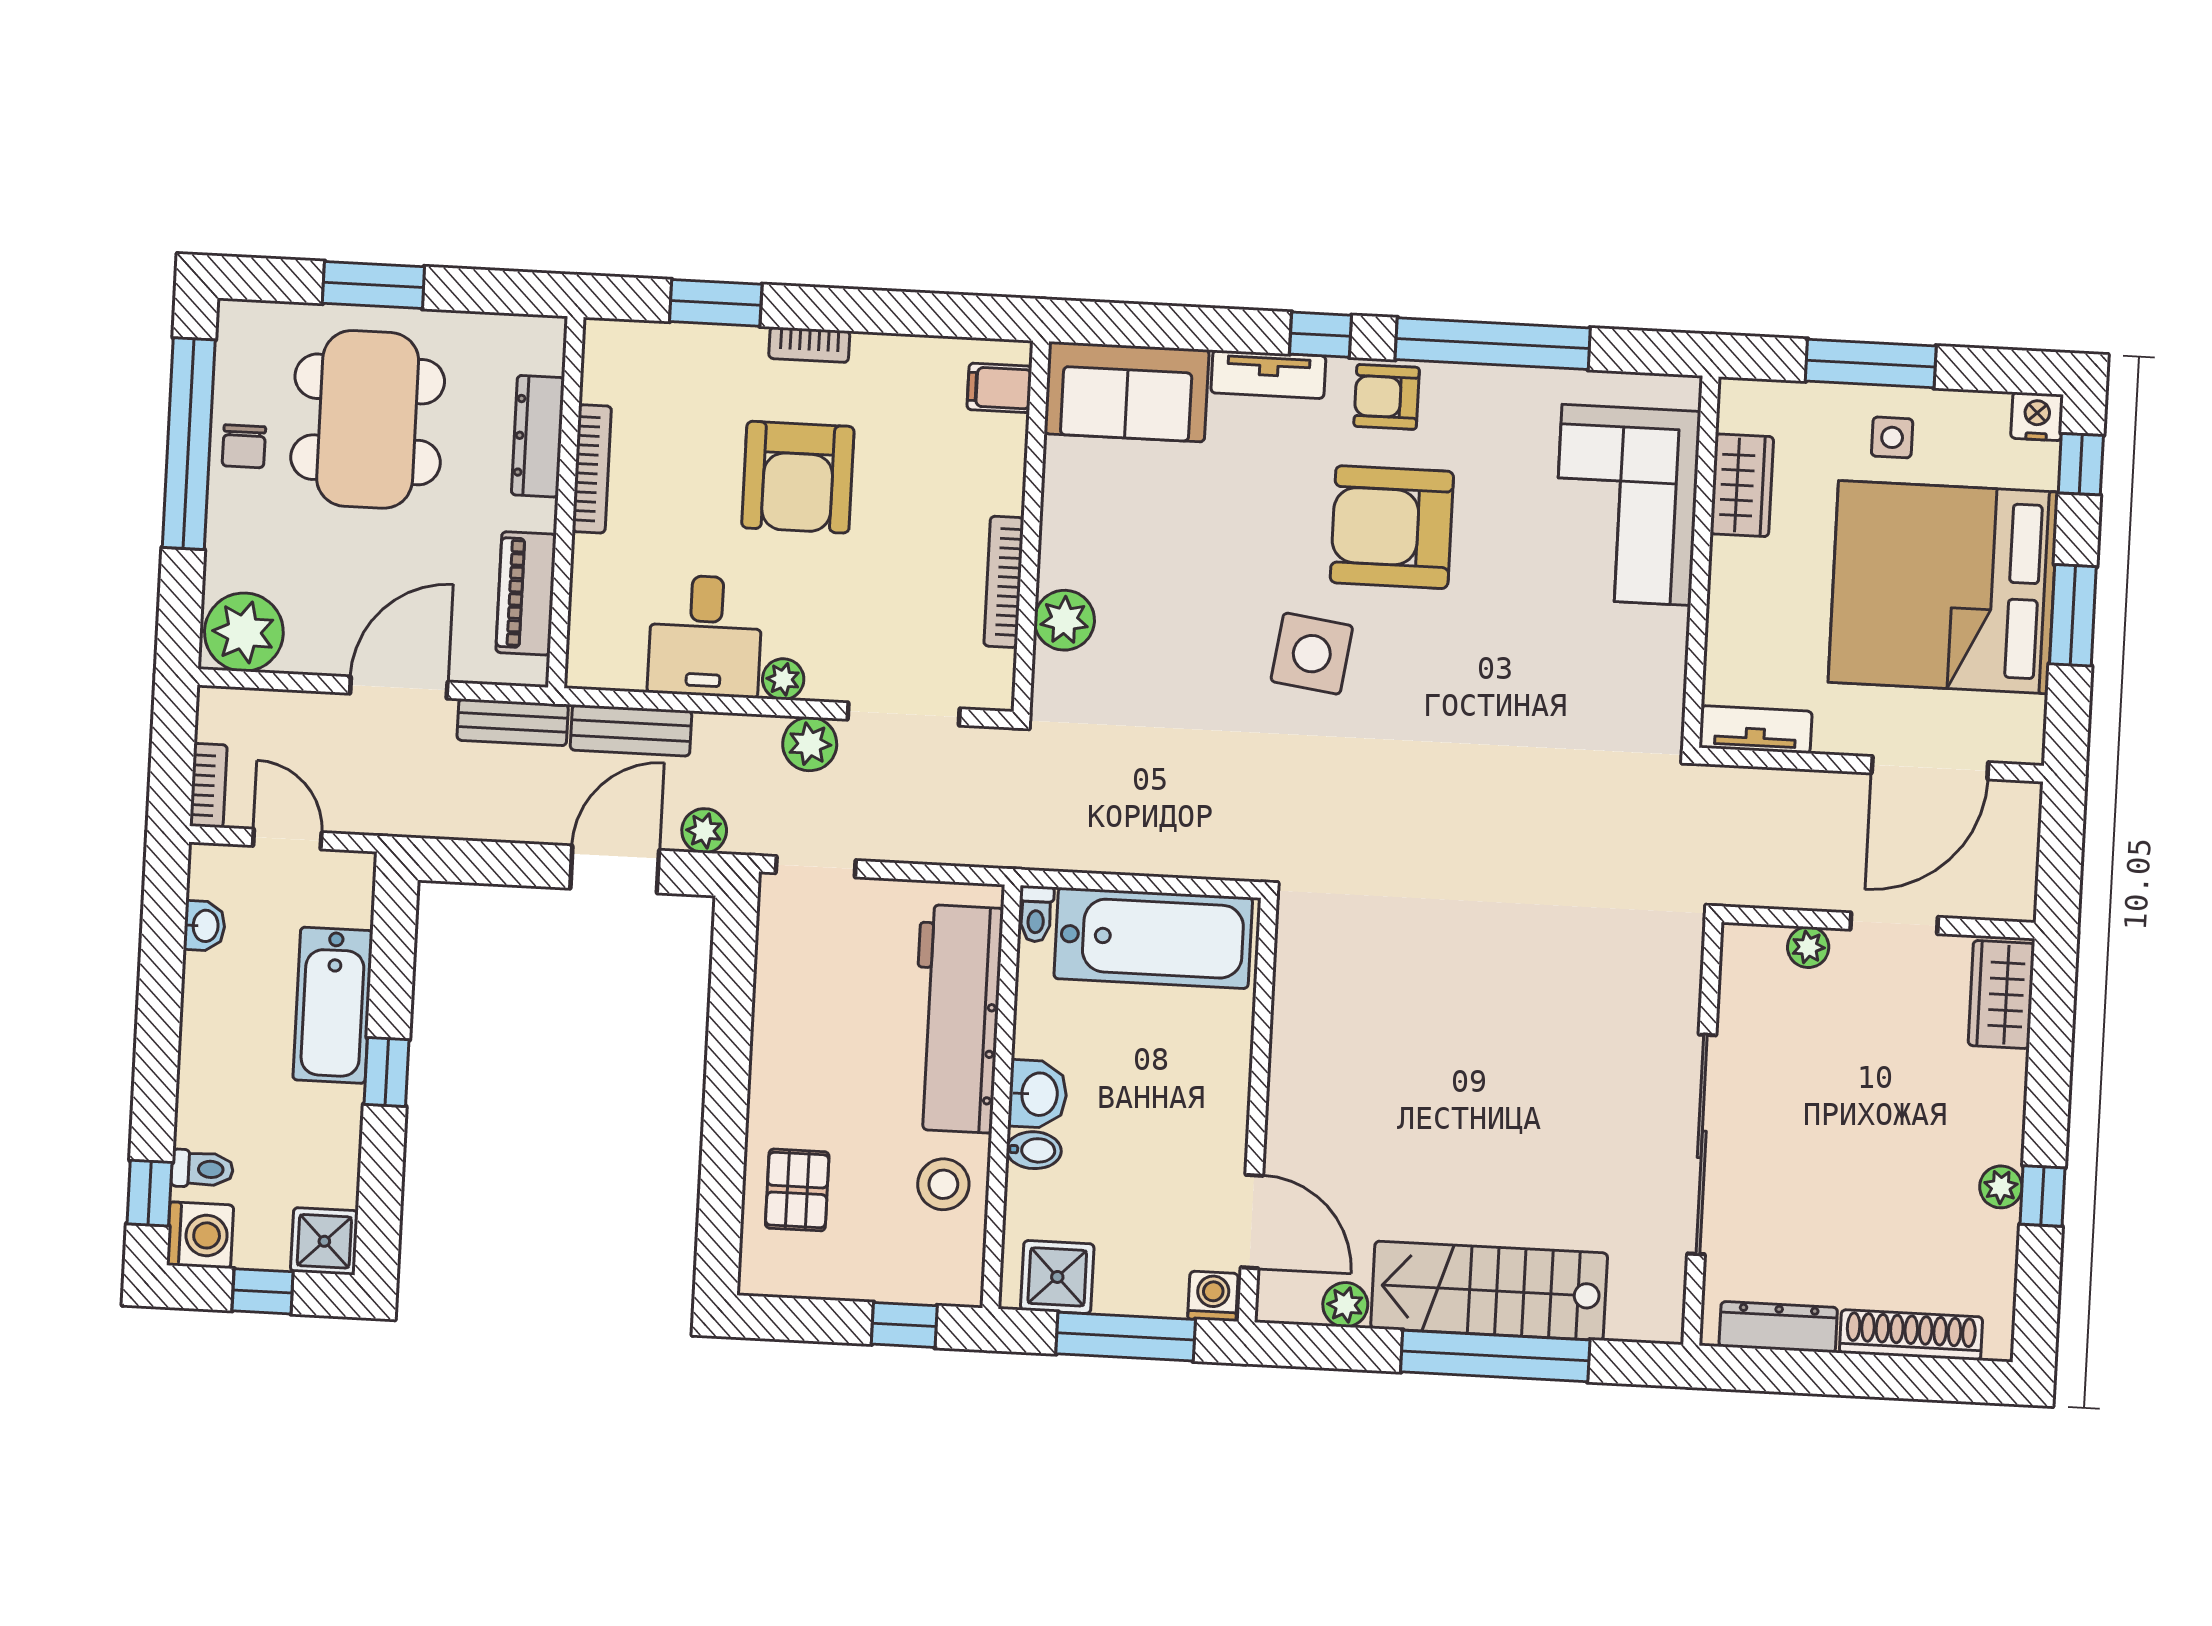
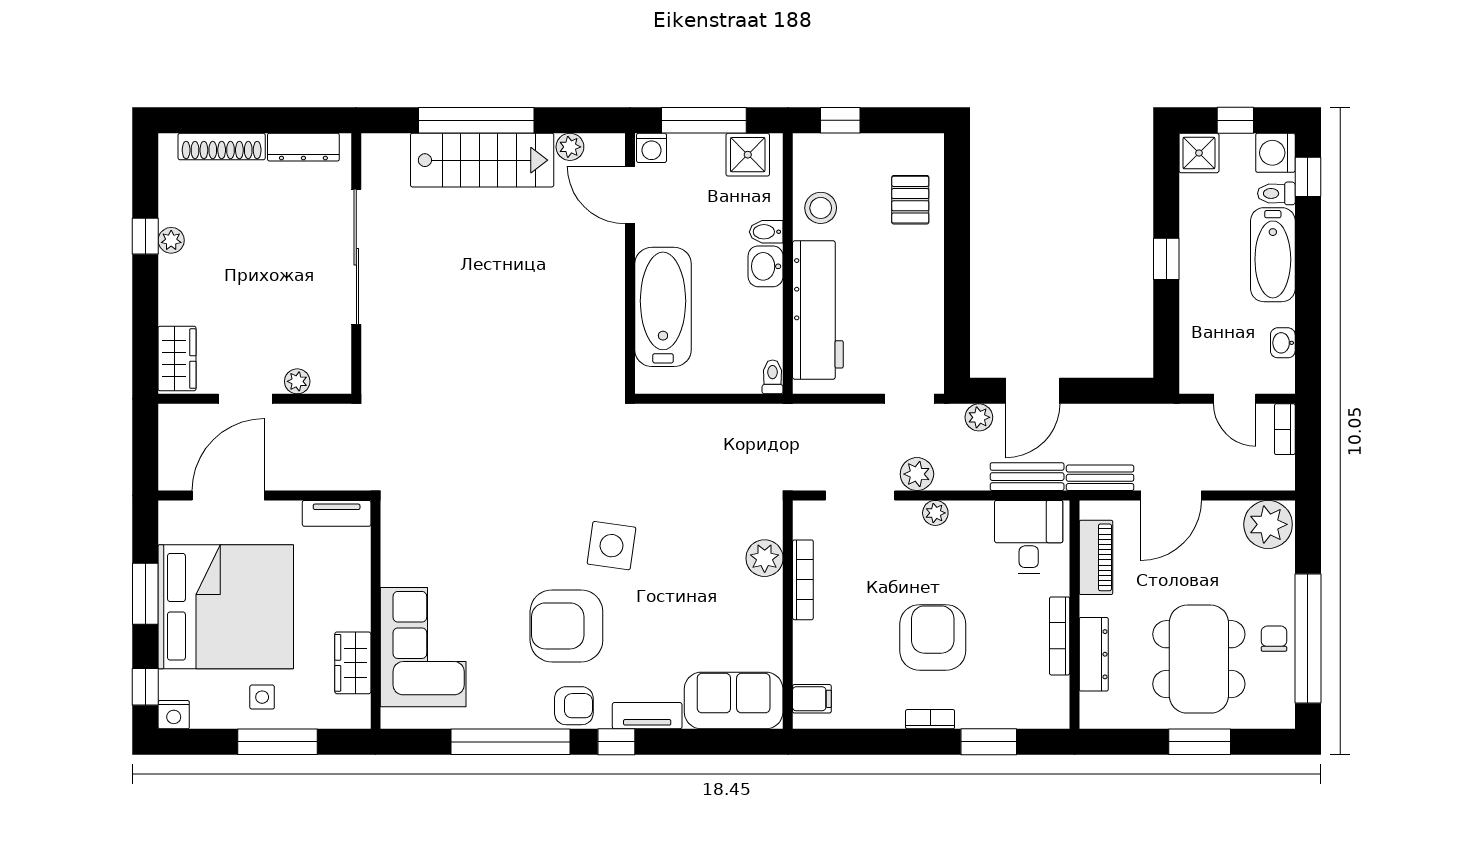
armchair: (1392, 527) -> (566, 626), turned 180
desk: (705, 636) -> (1029, 537), moved
bathtub: (1153, 938) -> (663, 307), moved, turned 90
bathtub: (333, 1005) -> (1273, 255), moved, turned 180

